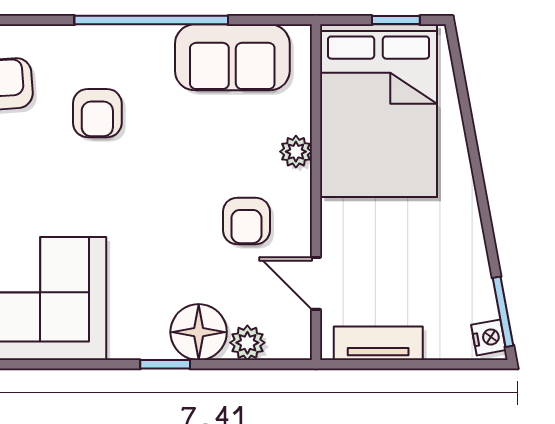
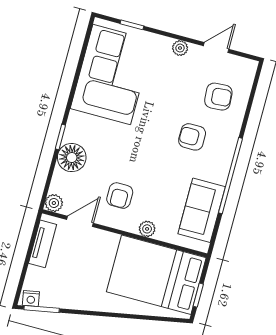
armchair: (246, 221) -> (120, 196), turned -90
plant: (247, 343) -> (54, 203), moved

